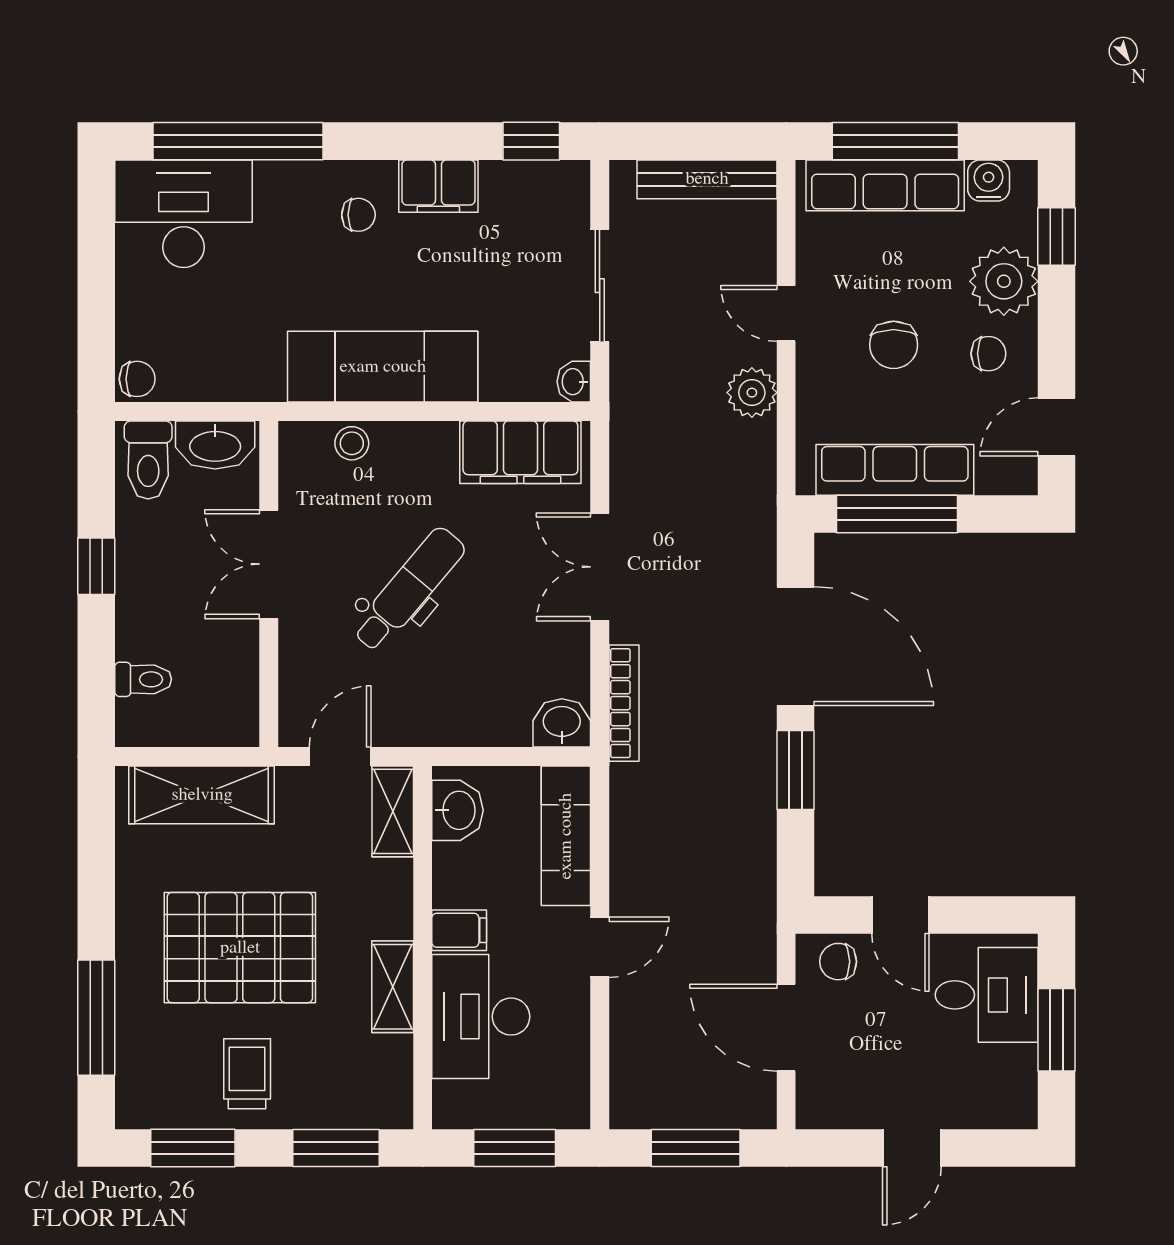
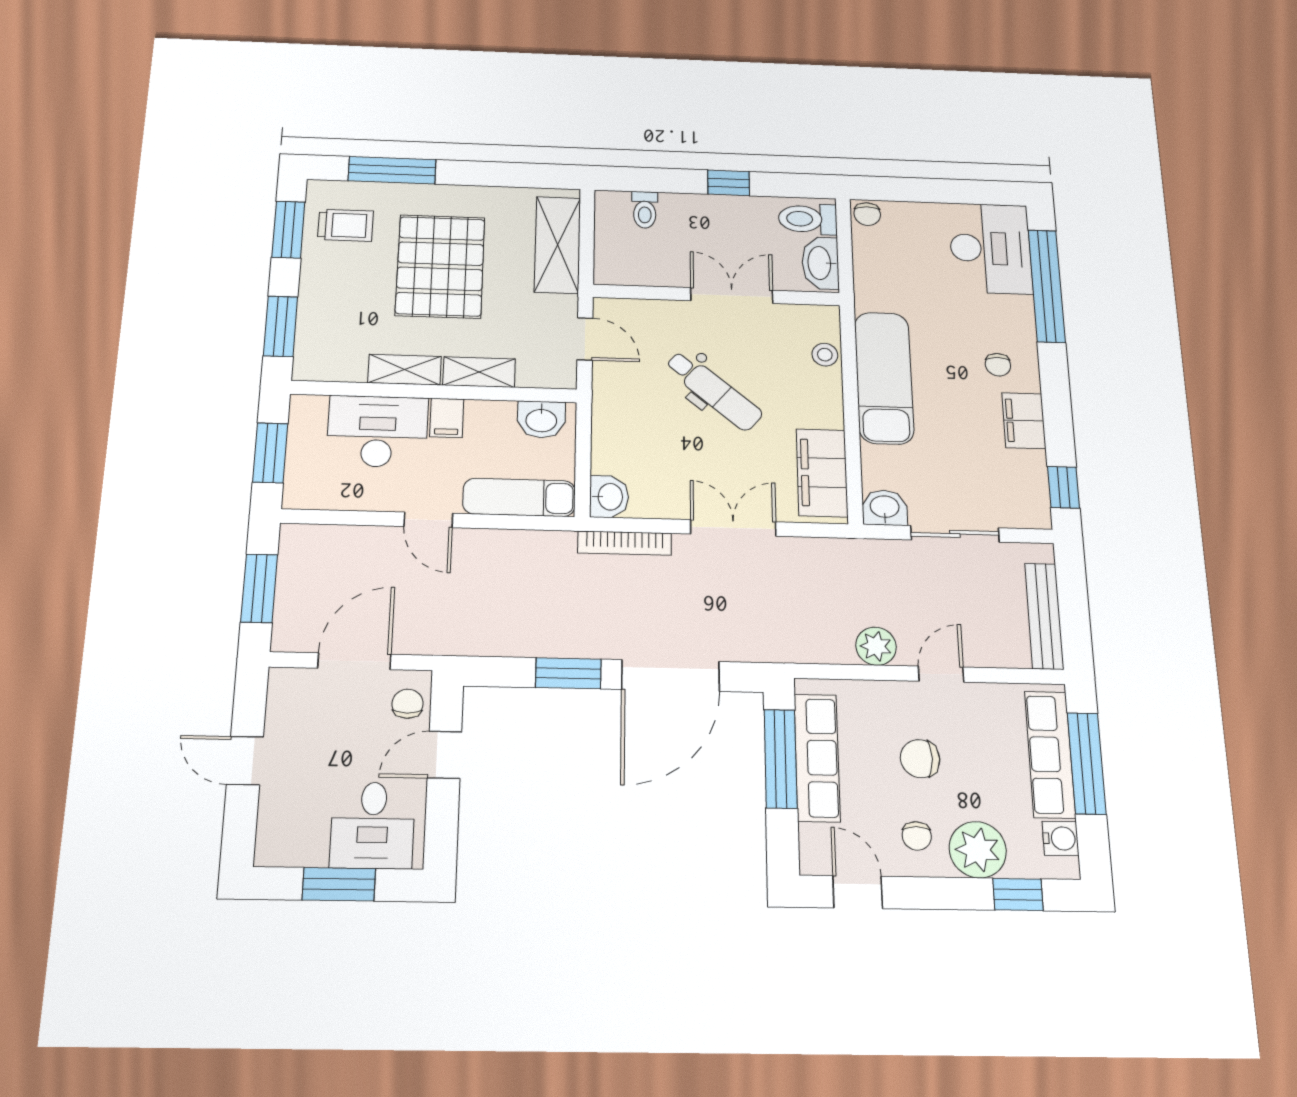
washbasin: (574, 382) -> (885, 508), width x1.38, depth x1.45
shelving: (393, 811) -> (479, 372), moved
trolley: (247, 1074) -> (345, 225), moved

